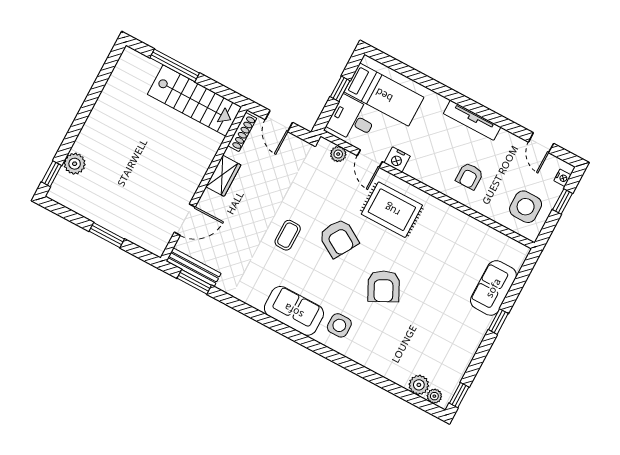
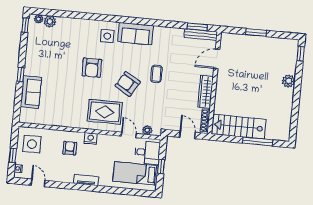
tv unit: (472, 120) -> (86, 180), width x0.71
nightstand: (397, 159) -> (91, 138), moved
plant: (75, 164) -> (289, 81), moved
wardrobe: (223, 176) -> (205, 92), width x1.50
armchair: (384, 286) -> (92, 68), turned -153

